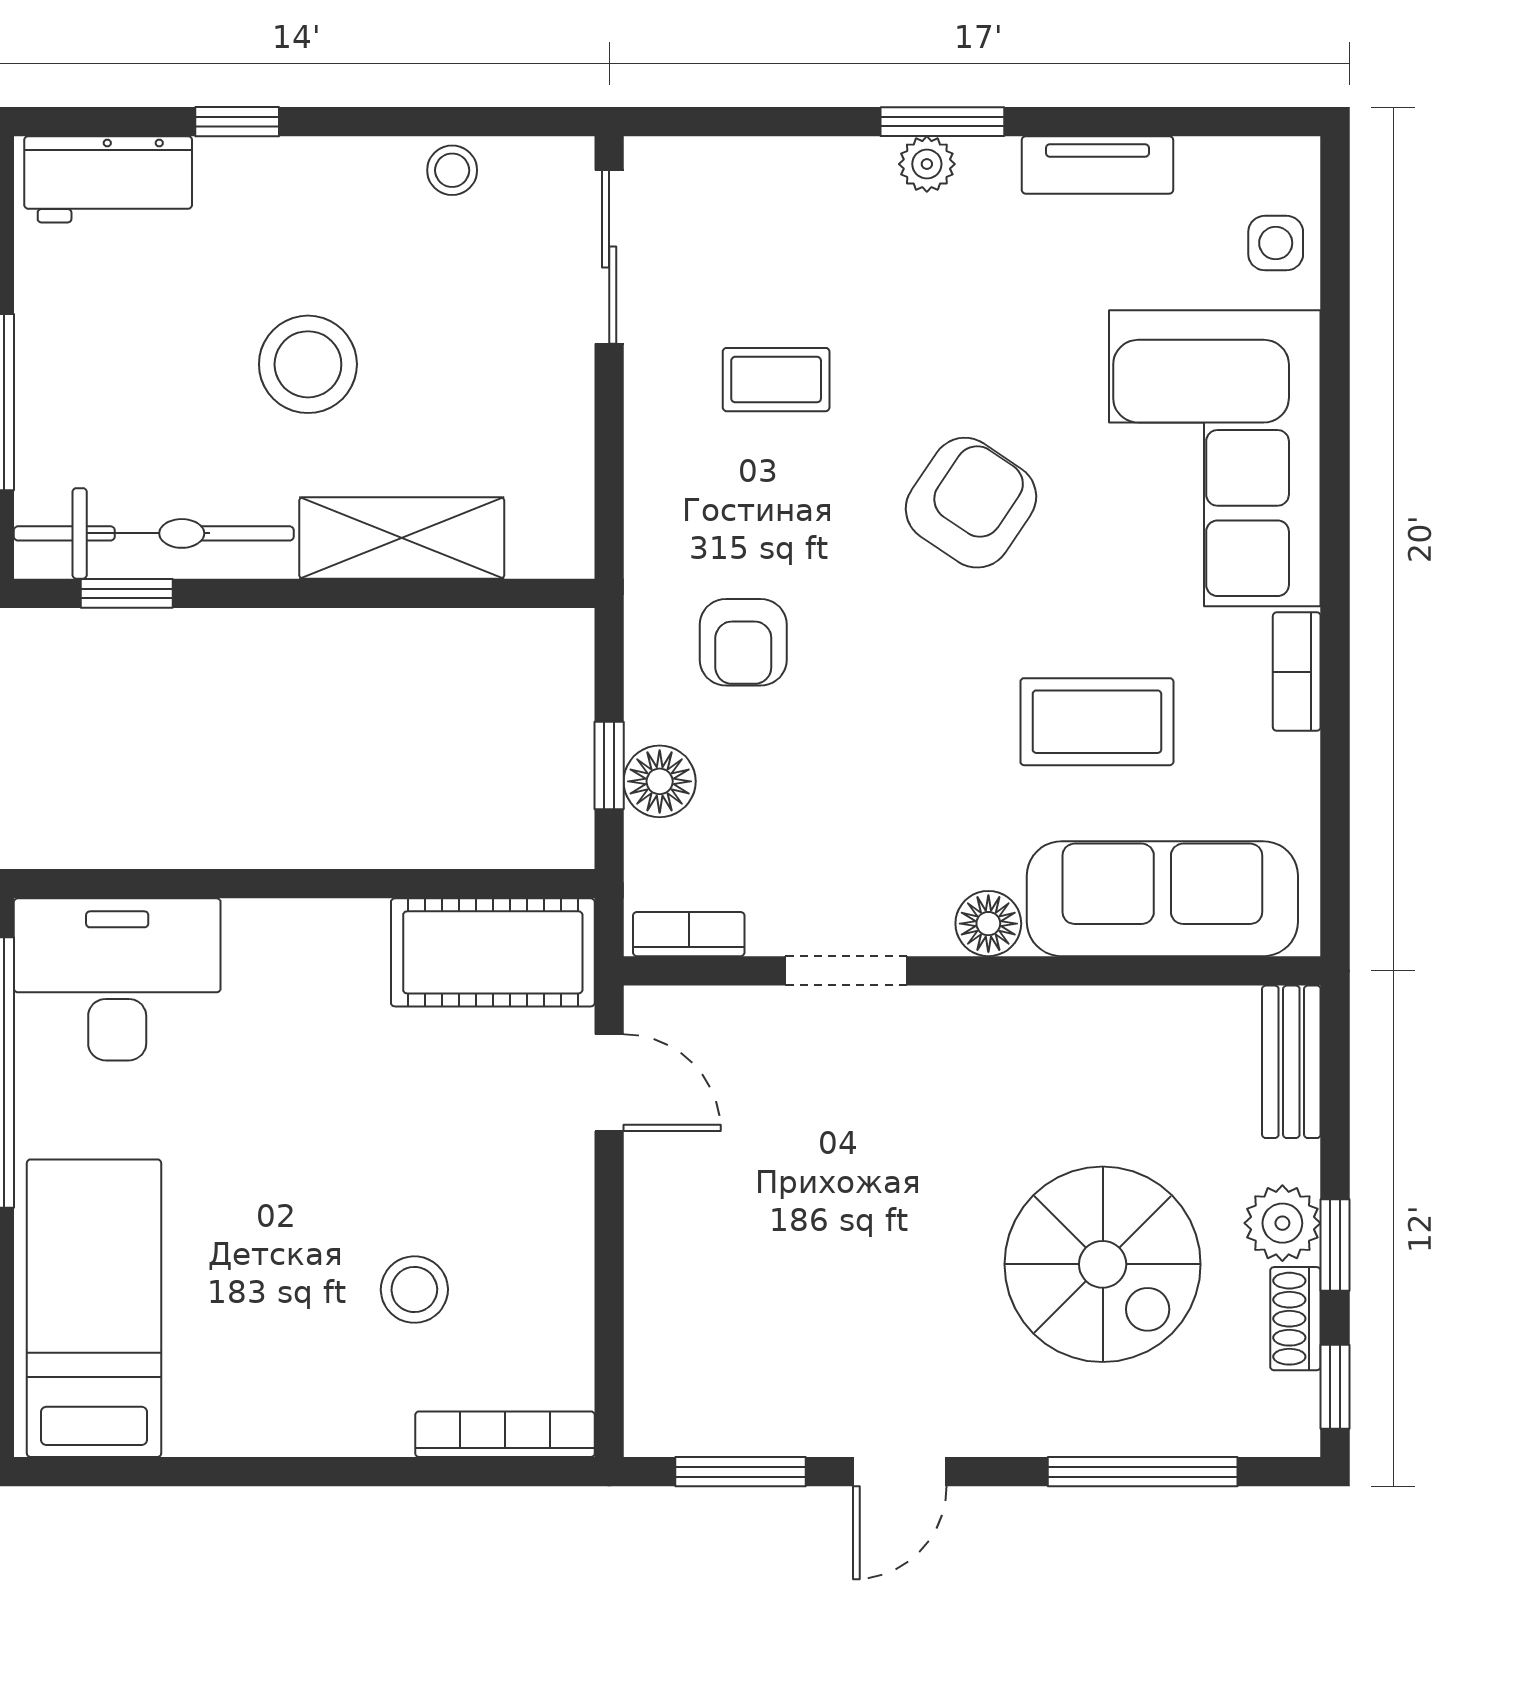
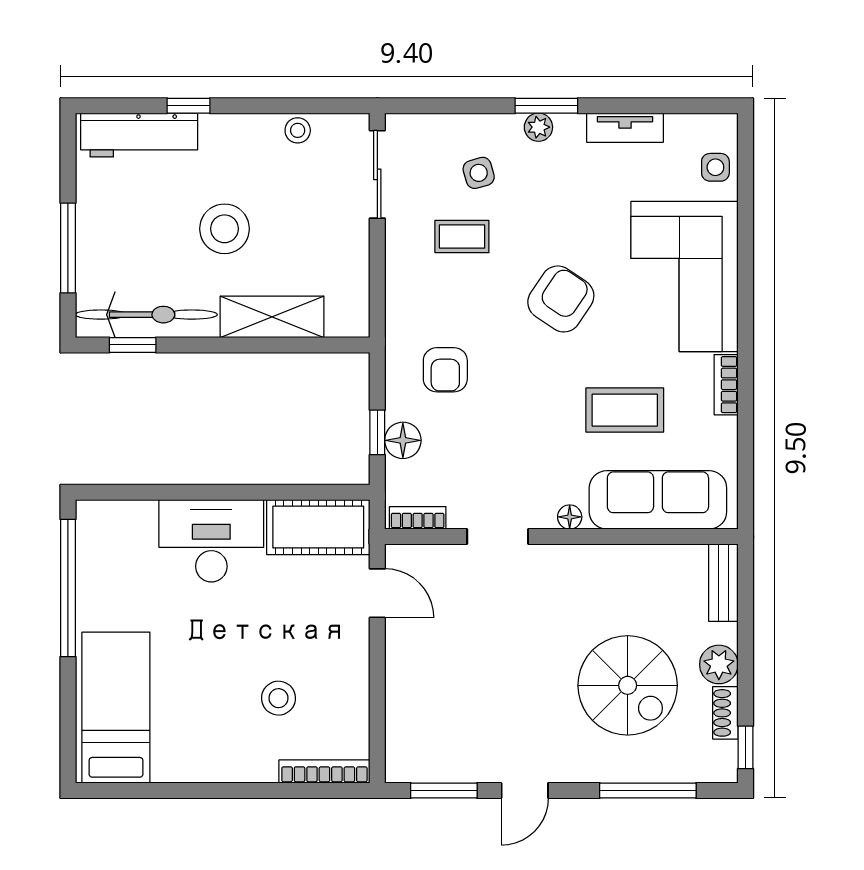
workbench: (108, 179) -> (139, 135), width x1.38
side table: (809, 254) -> (479, 173), added
floor lamp: (988, 924) -> (570, 517), width x0.73, depth x0.73
desk: (117, 979) -> (211, 541), moved
window: (1335, 1245) -> (745, 676), removed

